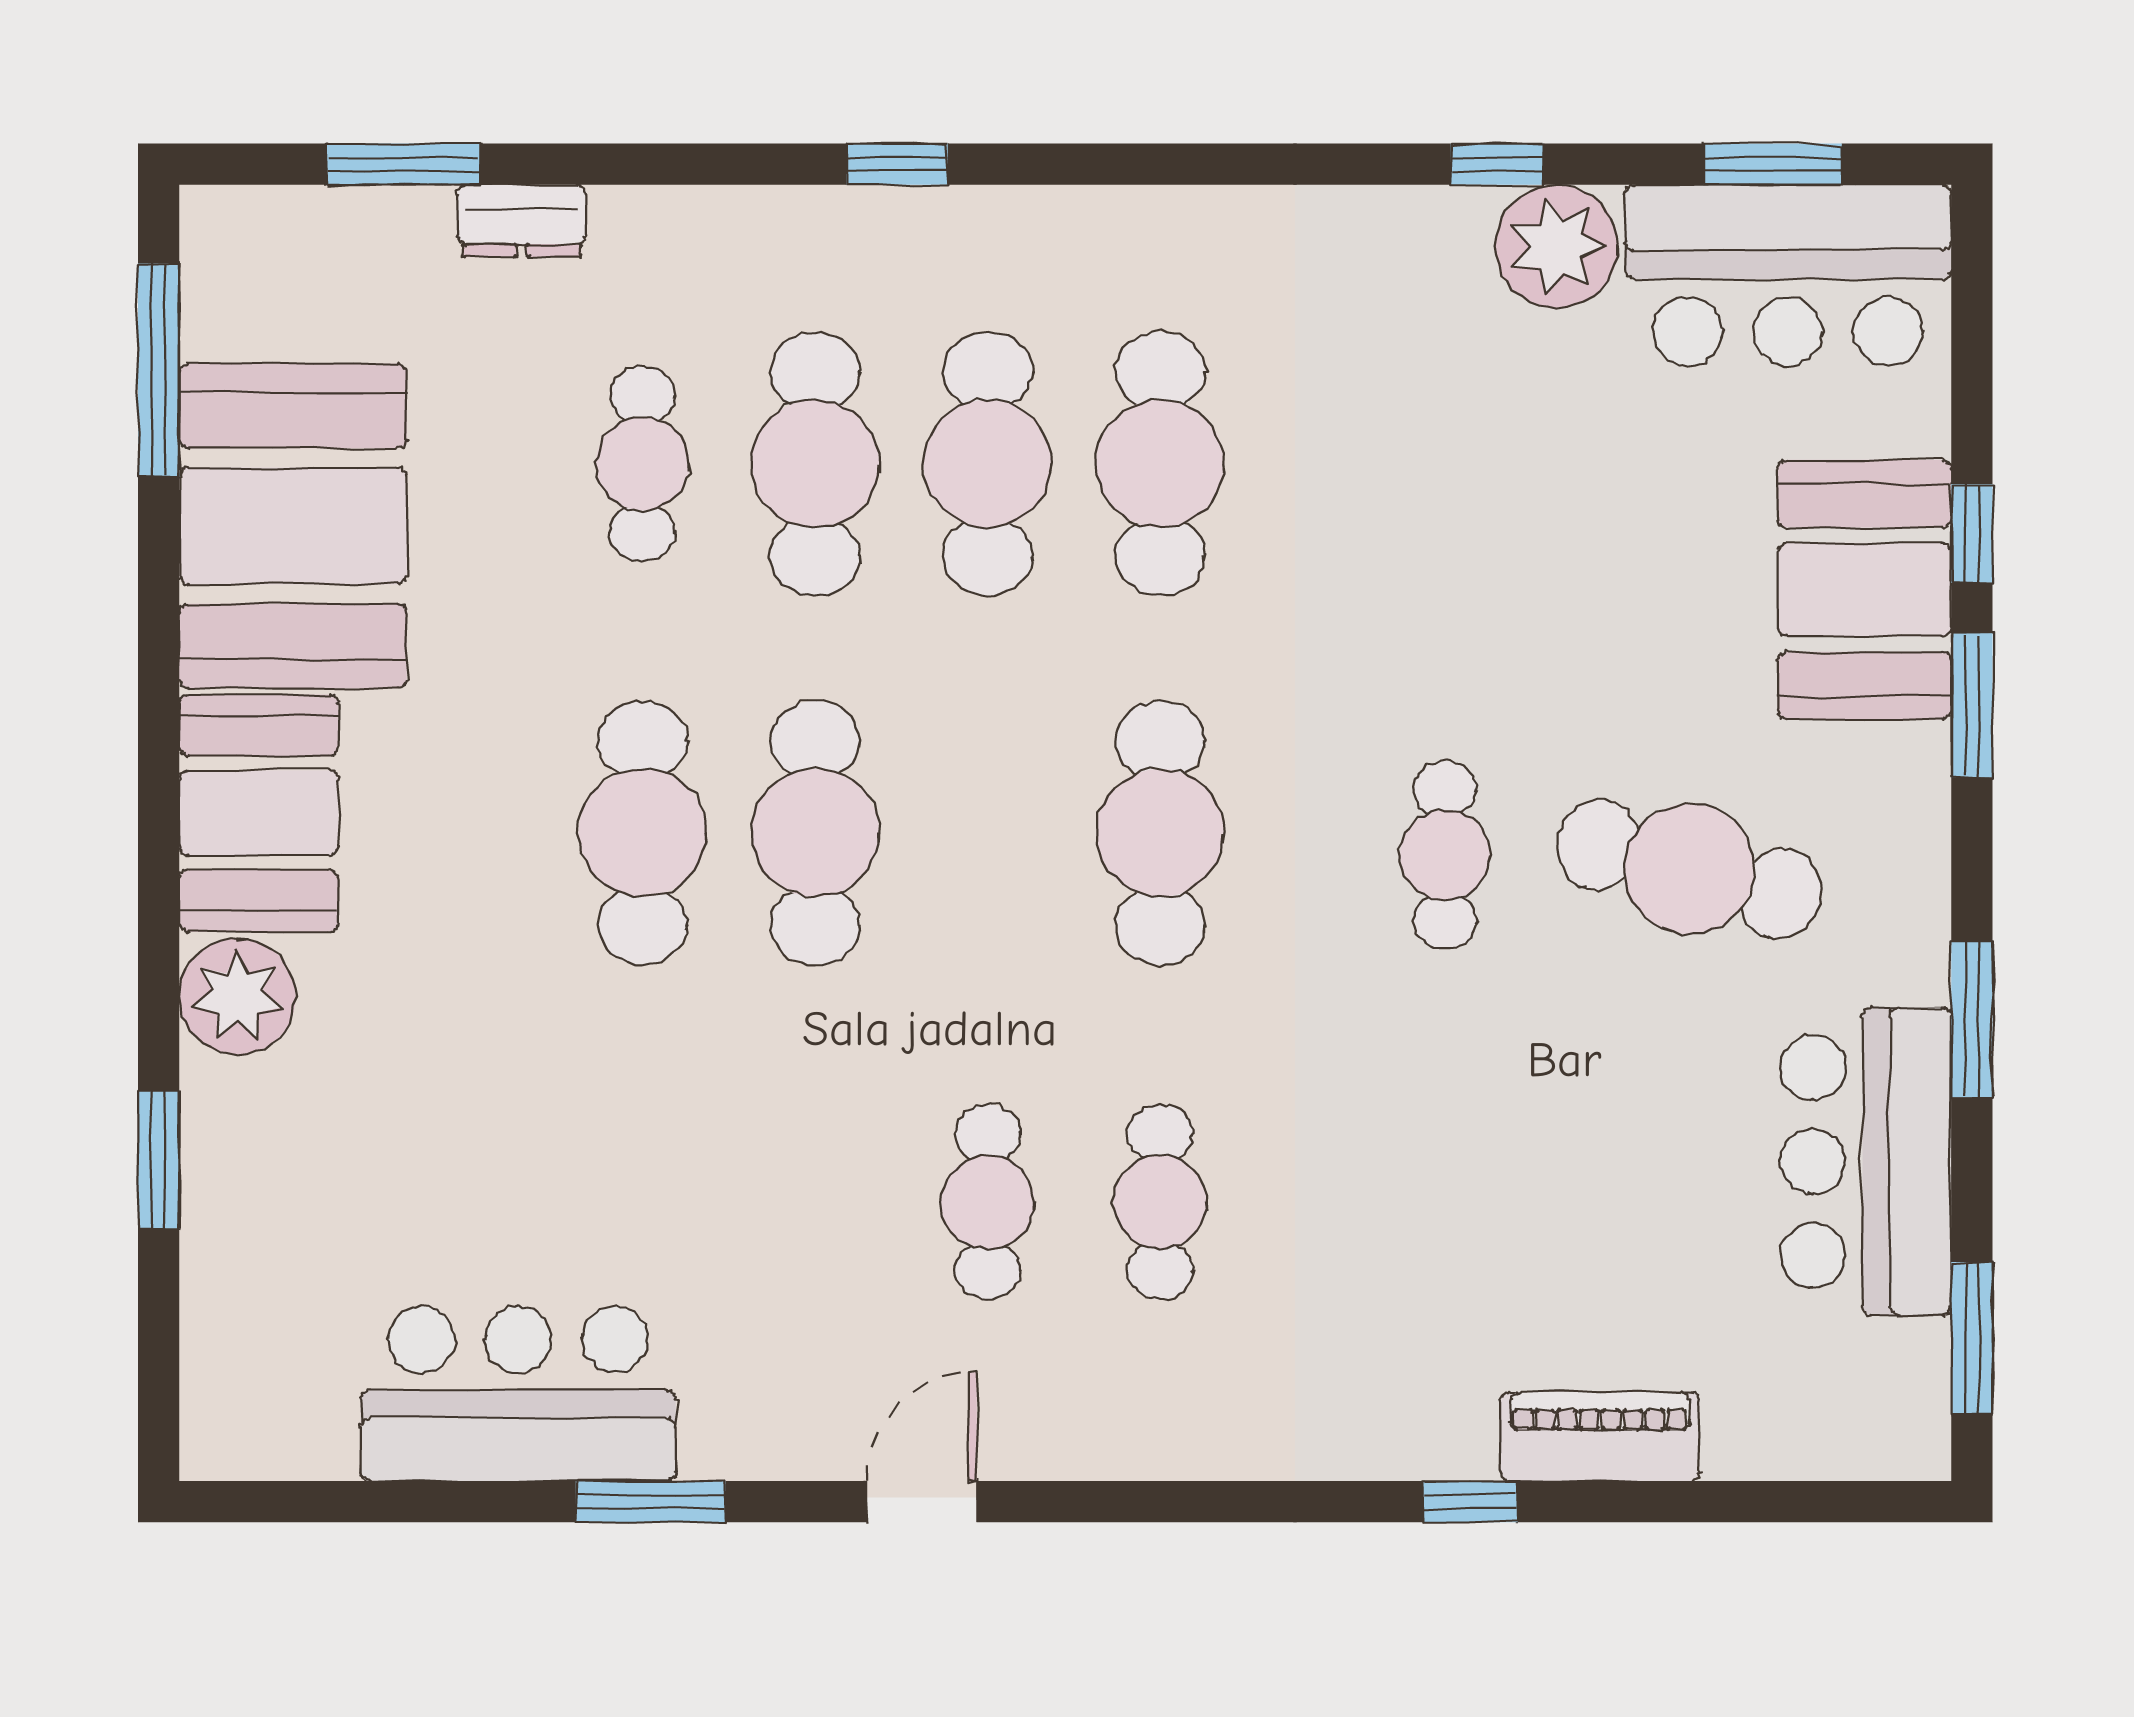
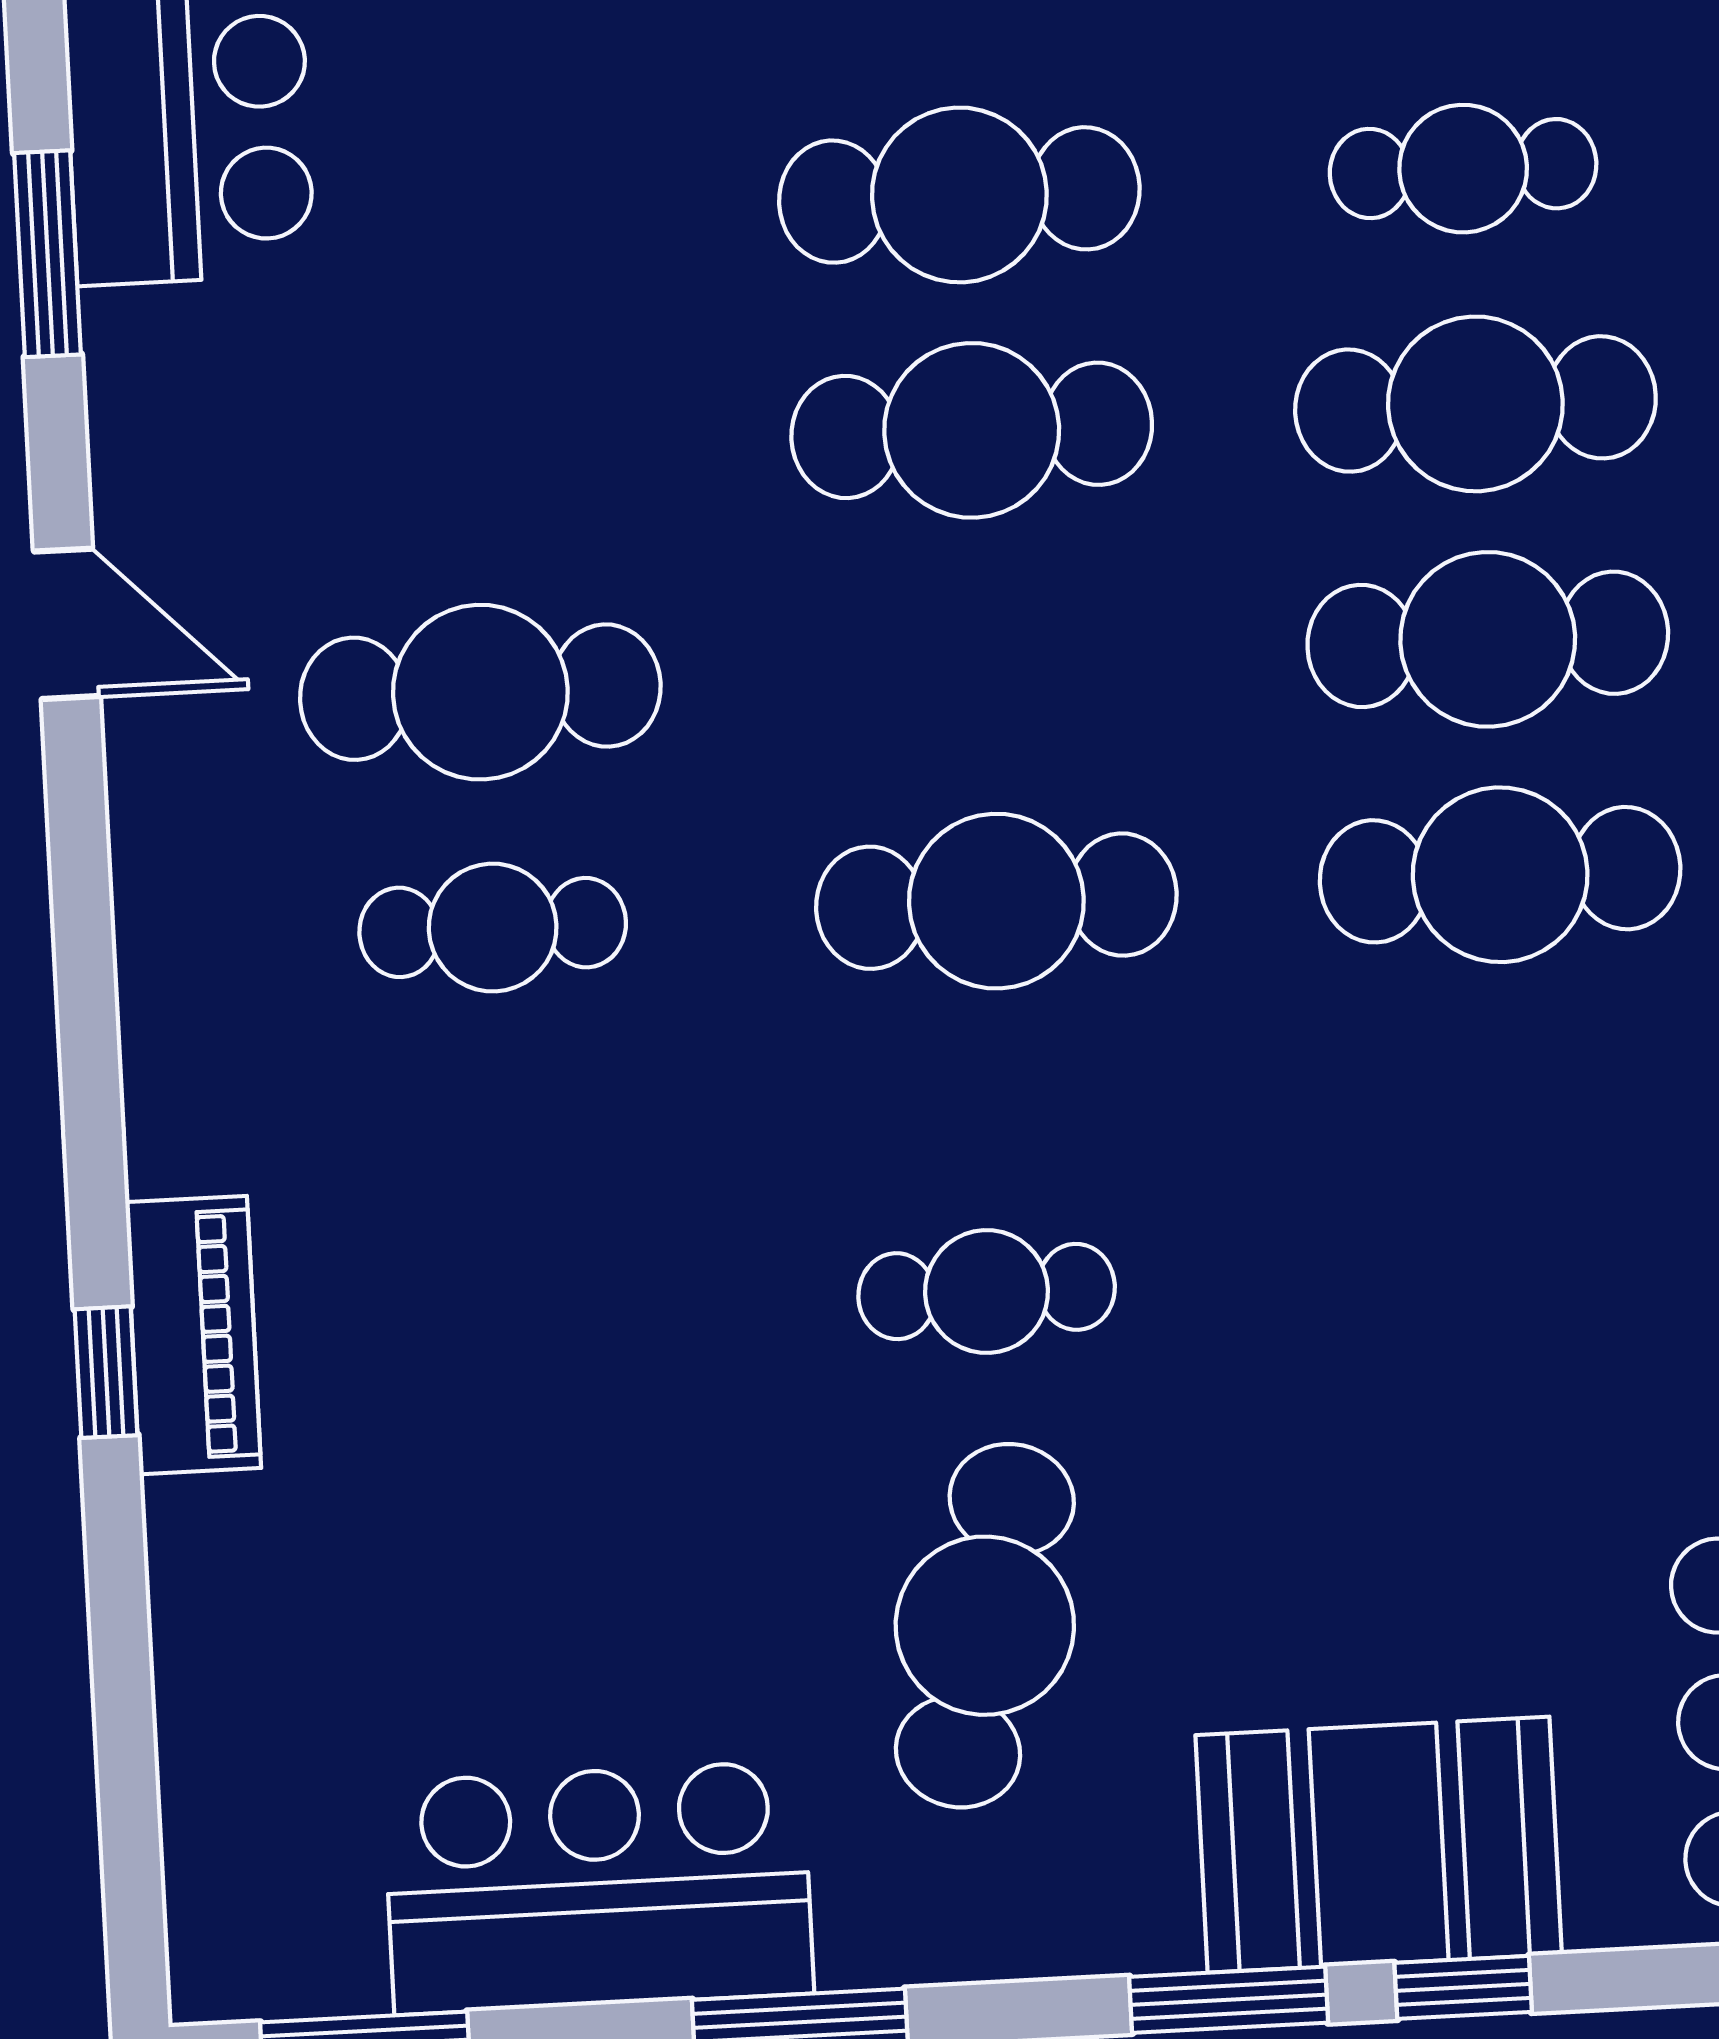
cafe table: (988, 1202) -> (480, 692), width x1.37, depth x1.35
piano: (1600, 1437) -> (193, 1335), moved

